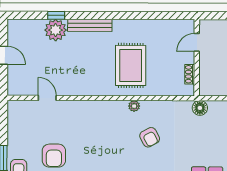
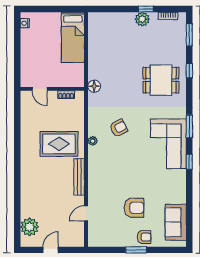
window: (56, 15) -> (17, 206), removed
bench: (90, 25) -> (79, 177), moved
plant: (56, 30) -> (30, 227), moved

